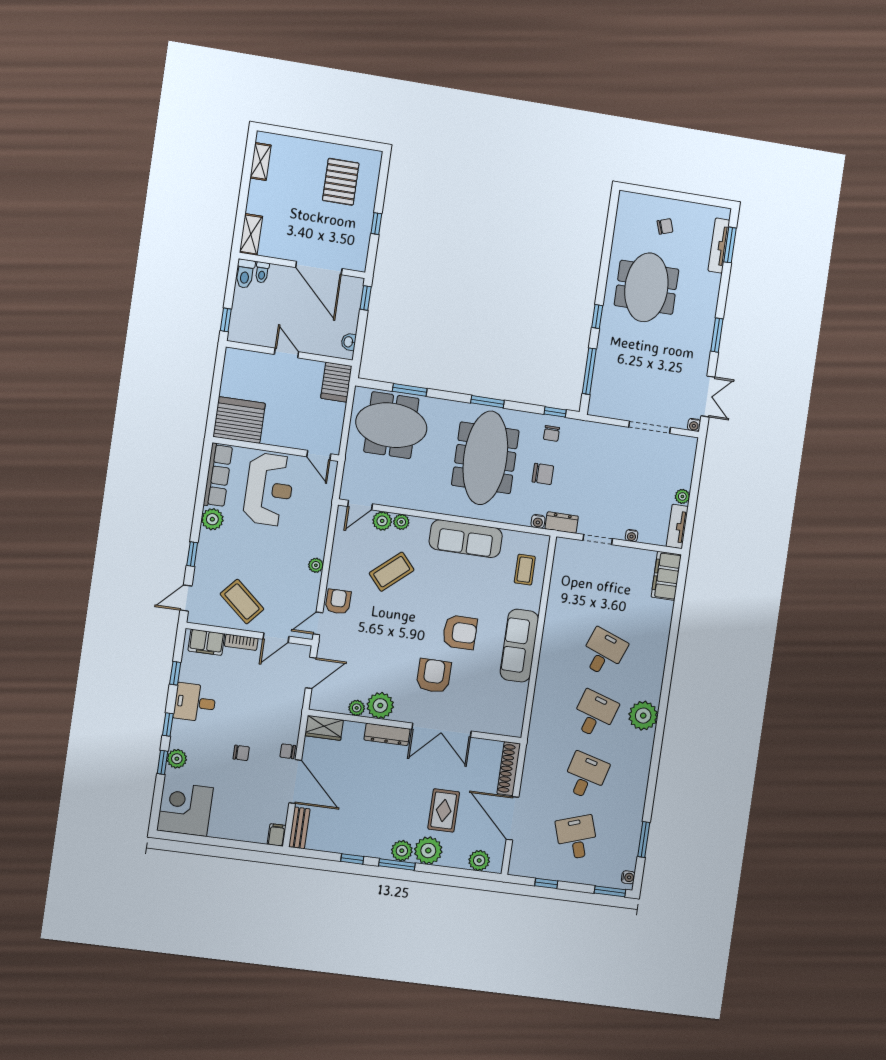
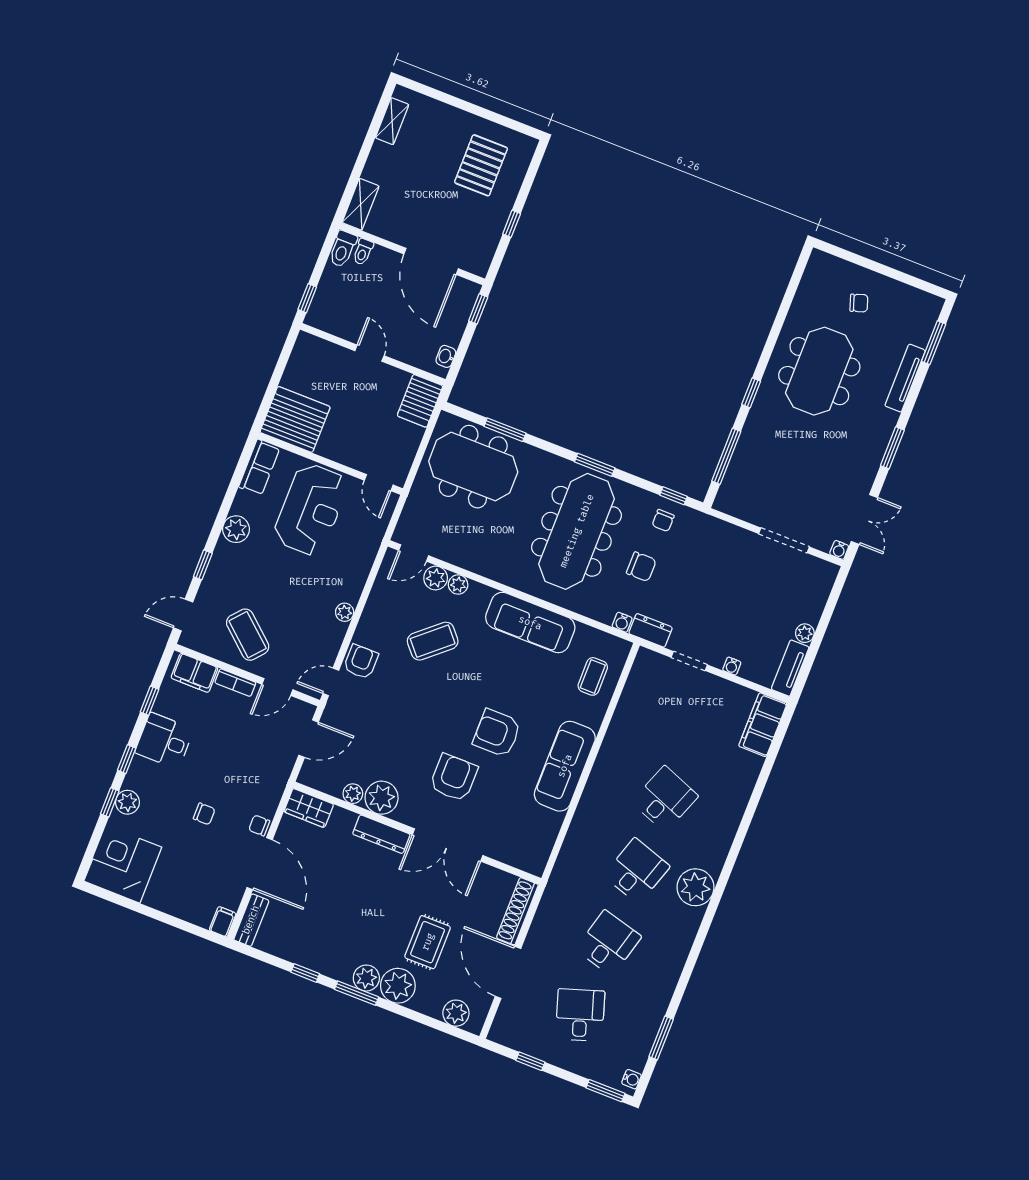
tv unit: (719, 246) -> (905, 378), moved
row of seats: (218, 475) -> (259, 467), width x0.68
armchair: (460, 632) -> (497, 733), turned 180

